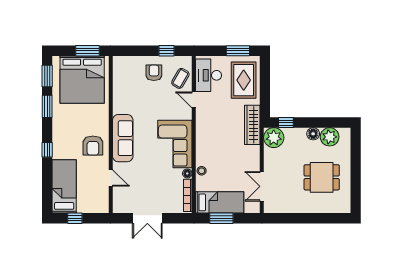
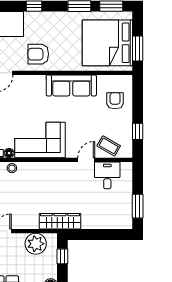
armchair: (154, 73) -> (115, 101), moved, turned -90
desk: (209, 75) -> (107, 175), width x0.73
rug: (244, 80) -> (107, 212), removed
sofa: (123, 138) -> (71, 85), moved
plant: (274, 138) -> (36, 244), moved

